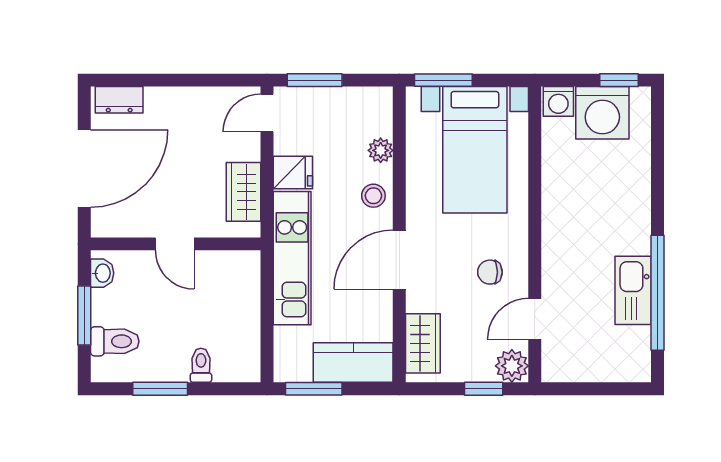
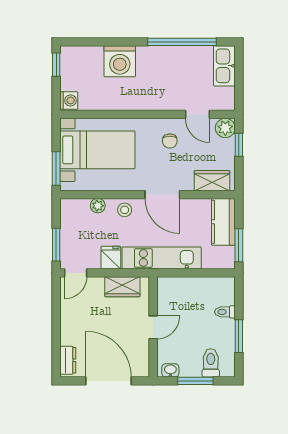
door: (267, 113) -> (76, 273), hinge flipped
washing machine: (602, 113) -> (120, 61), moved, turned 90
kitchen sink: (633, 290) -> (224, 66), moved, turned 90

